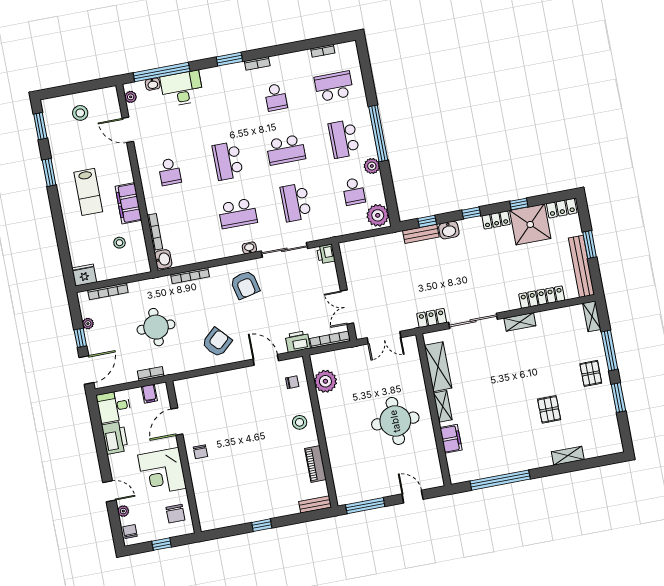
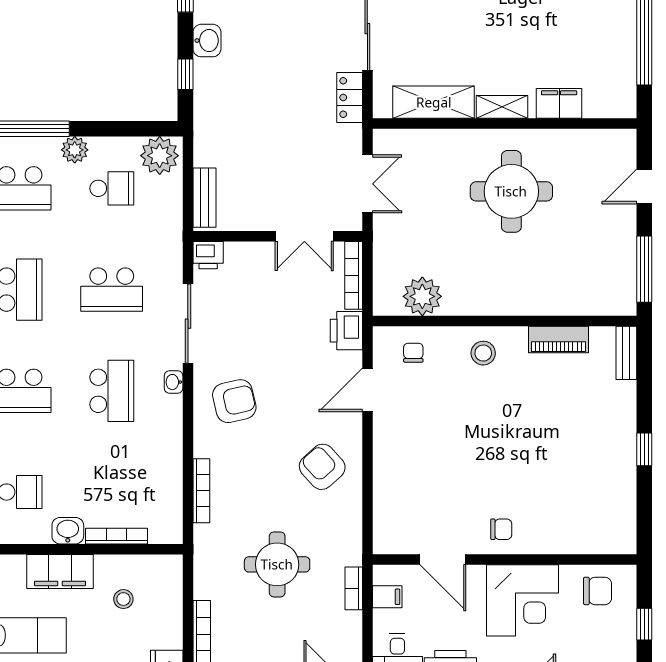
bench: (421, 234) -> (204, 198), moved
washbasin: (163, 259) -> (68, 531), moved

